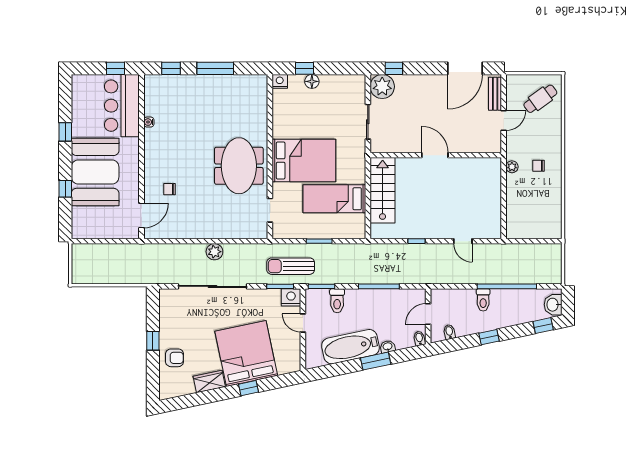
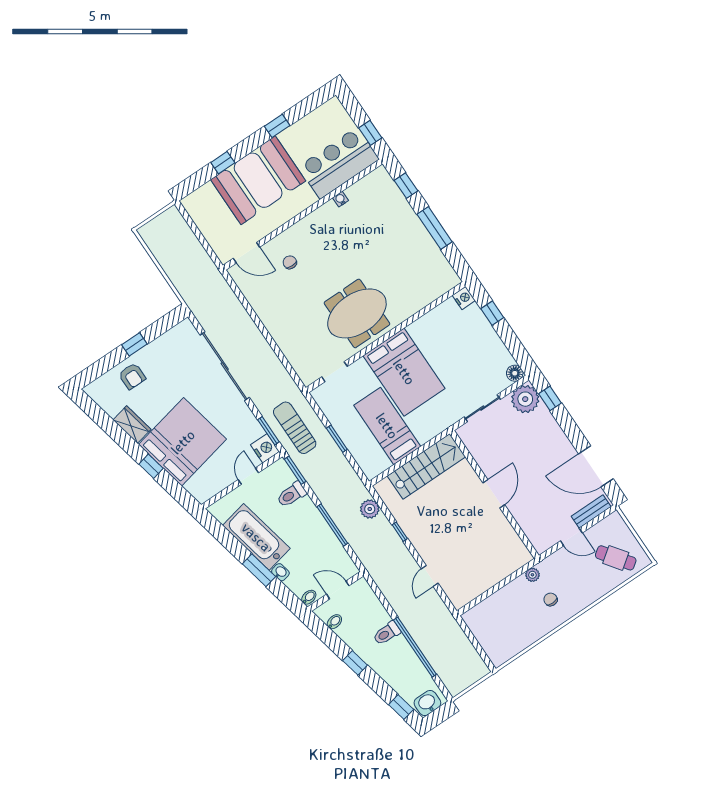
floor lamp: (312, 81) -> (515, 373), moved
plant: (214, 252) -> (370, 509), moved

